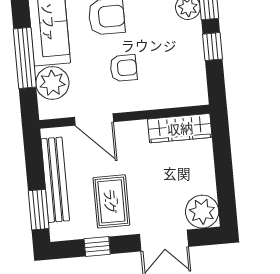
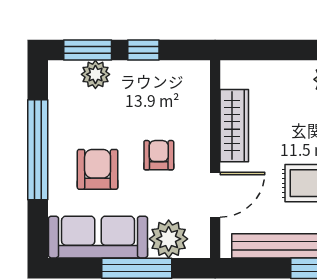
wardrobe: (180, 128) -> (234, 126), moved

